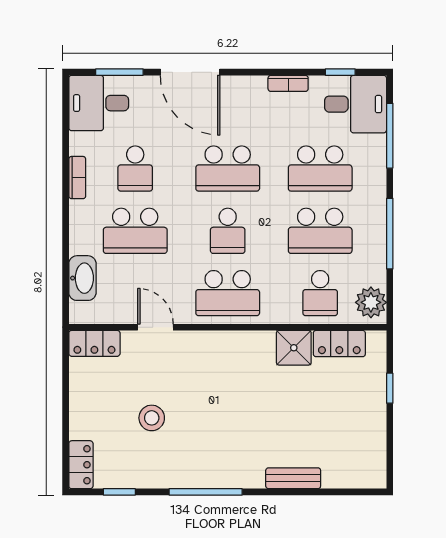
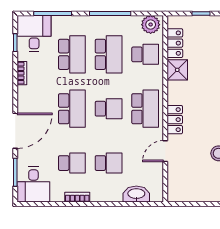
school desk: (135, 231) -> (109, 163), width x0.54
locker: (94, 343) -> (175, 120), moved

